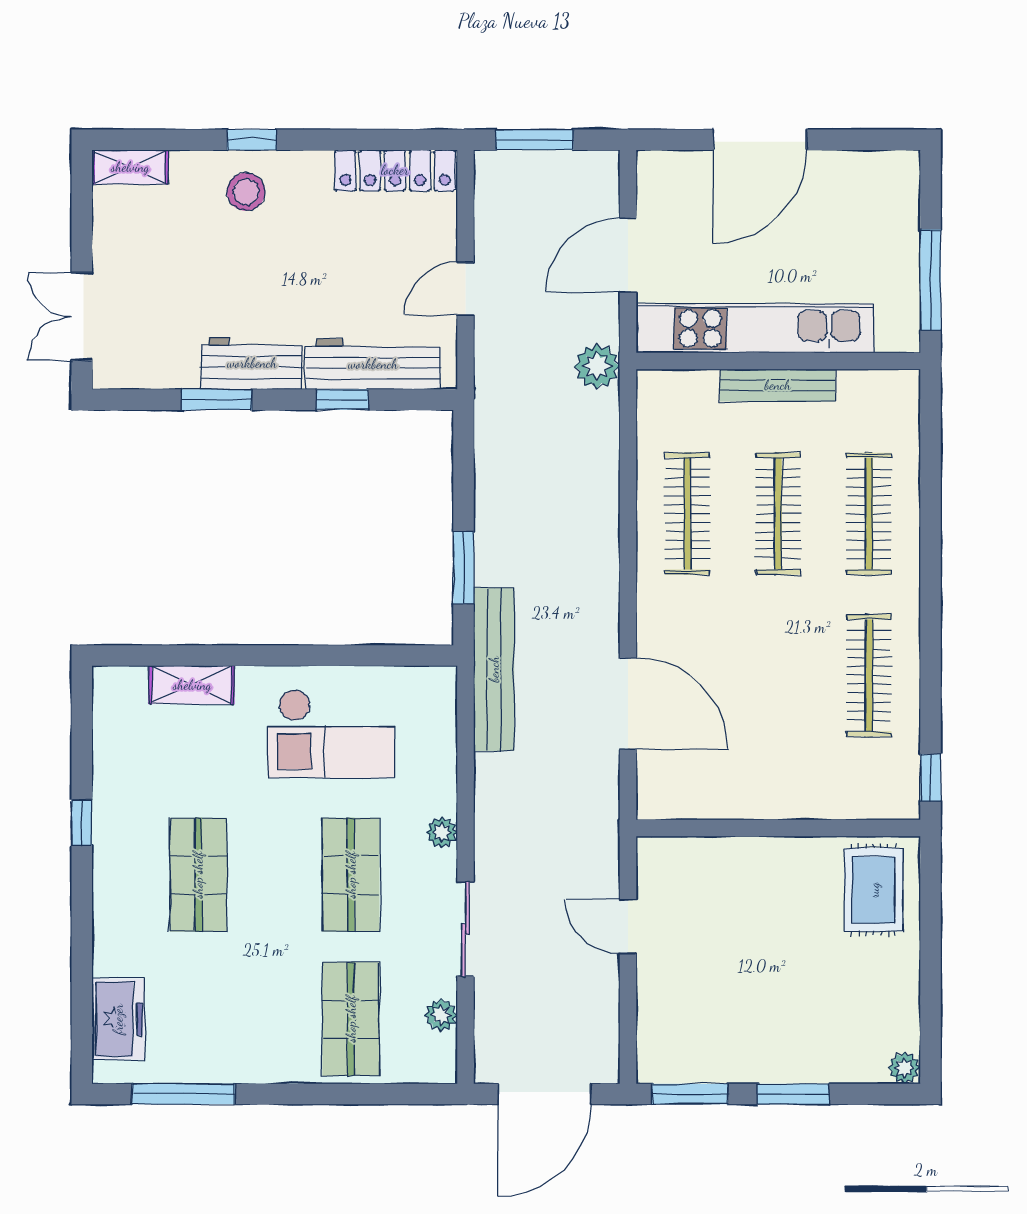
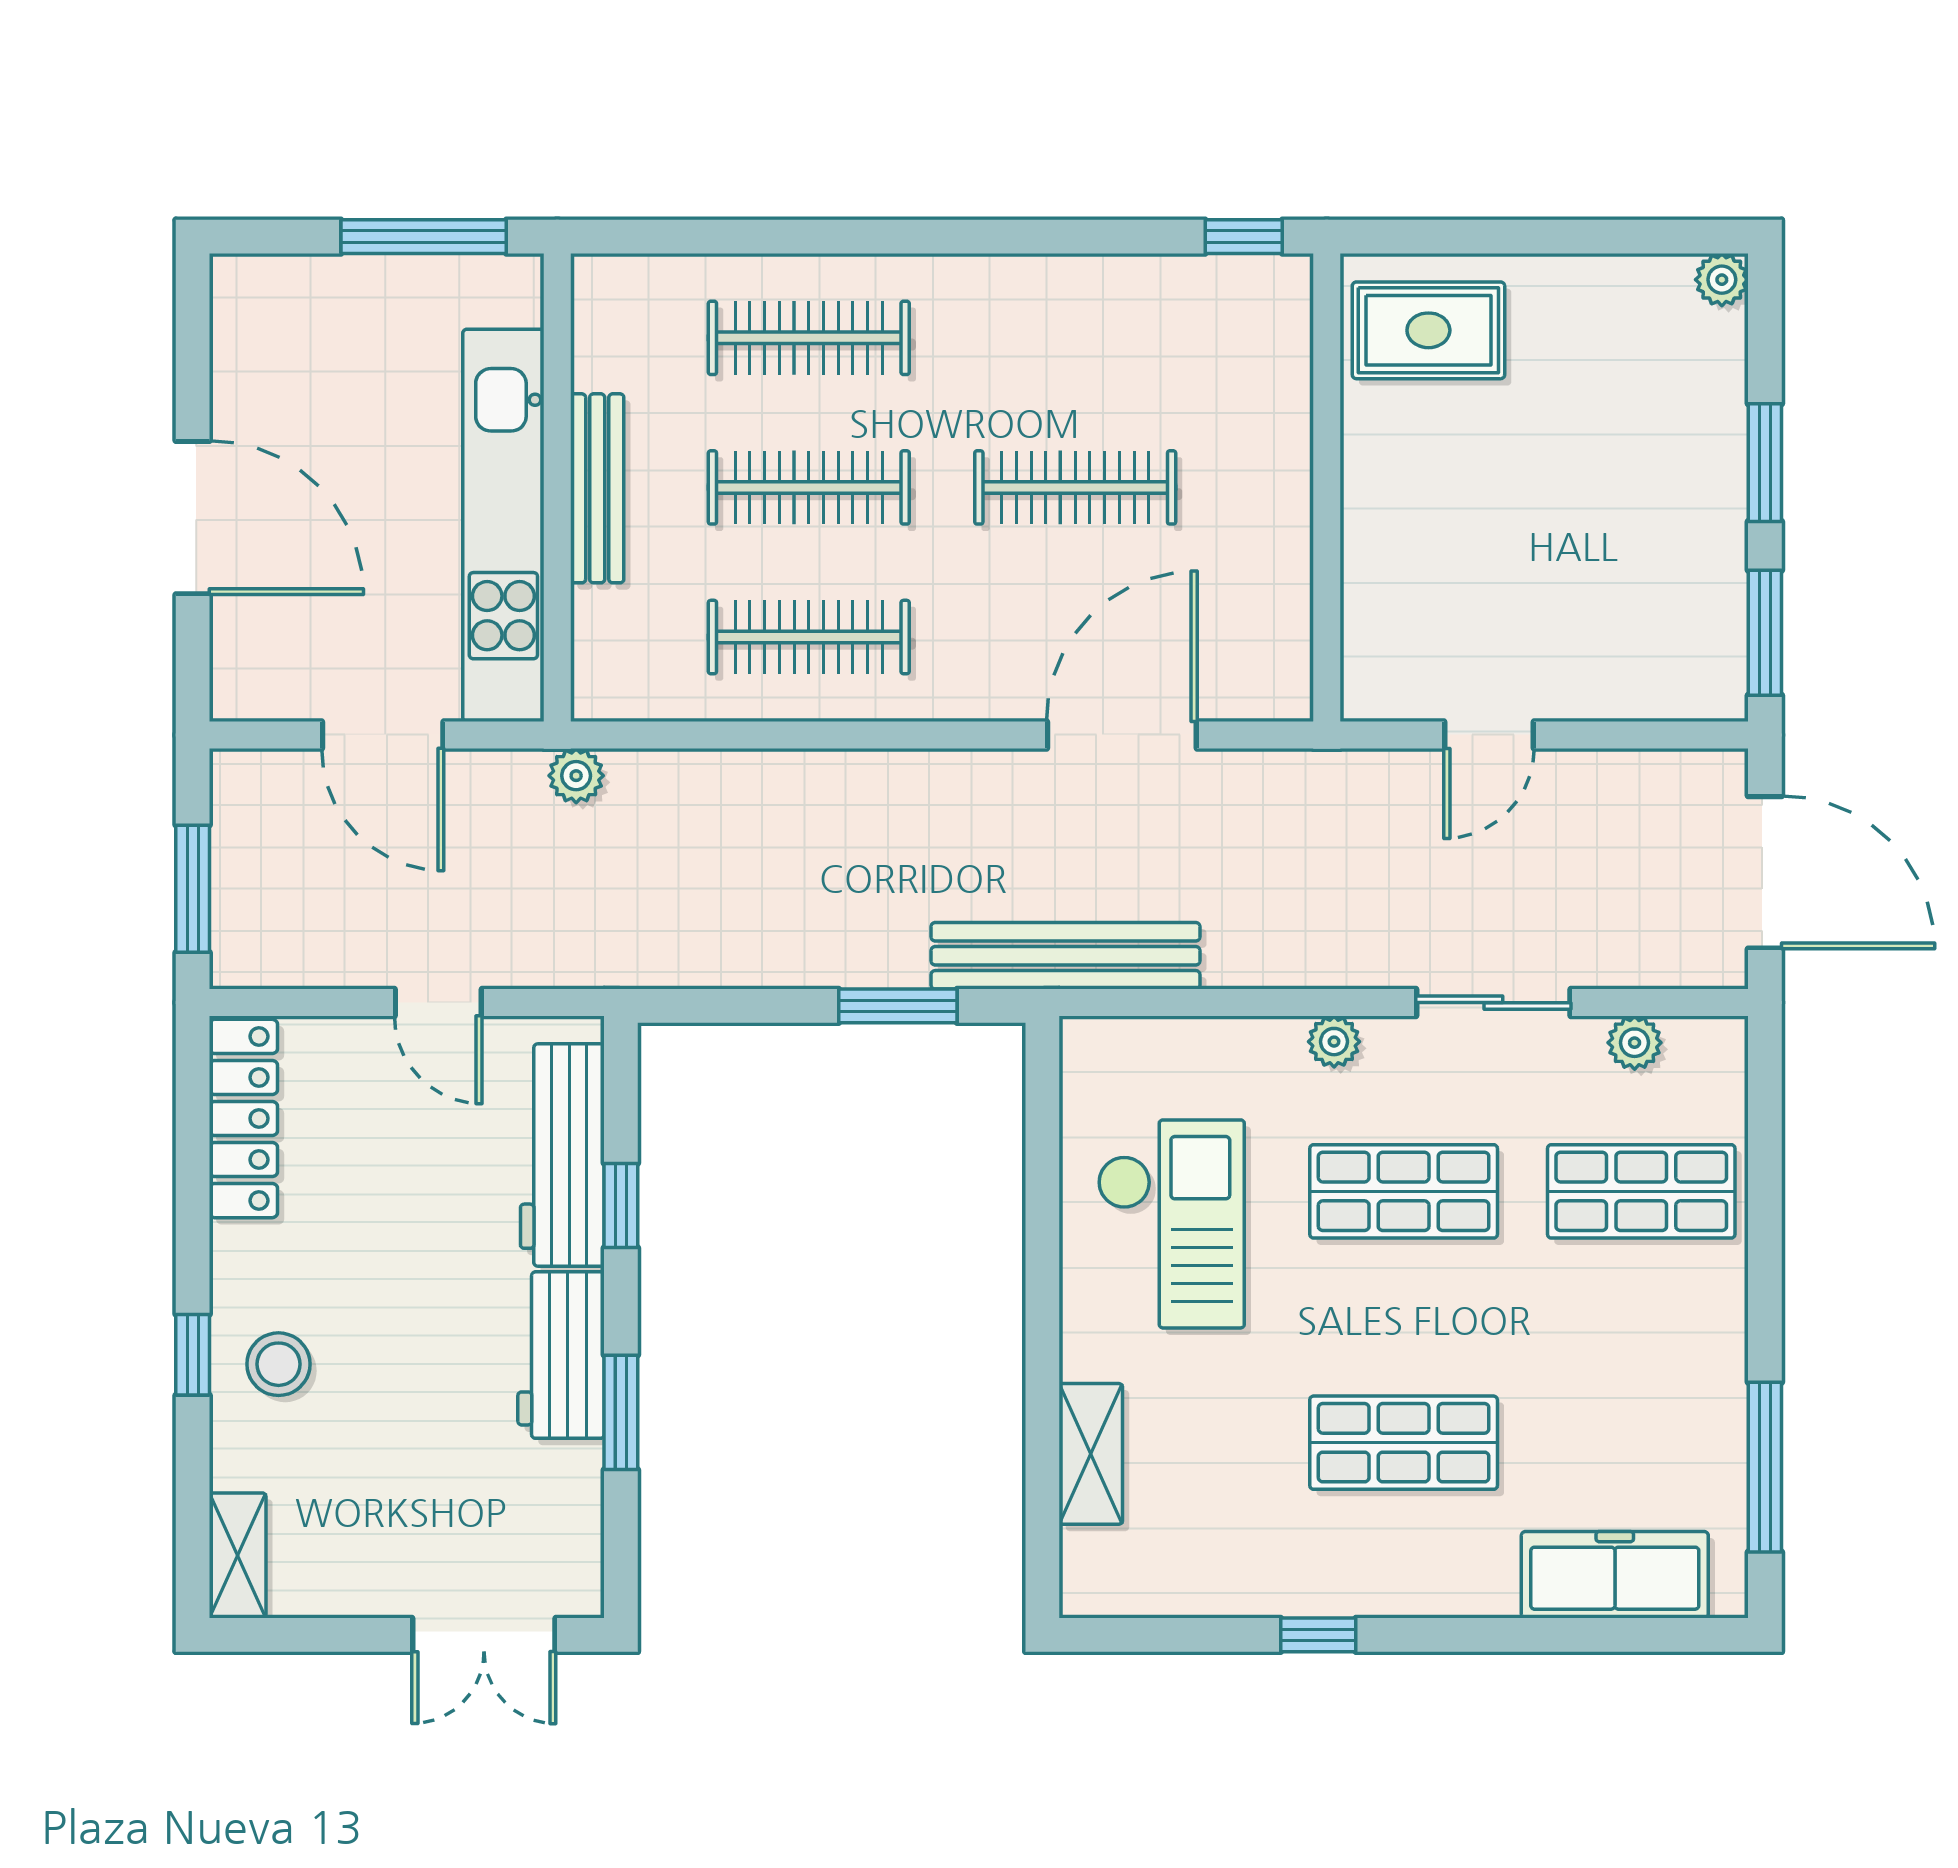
plant: (597, 366) -> (576, 776), width x0.73, depth x0.73
clothes rail: (869, 675) -> (1075, 487), moved
freezer: (118, 1019) -> (1615, 1575), width x1.40

